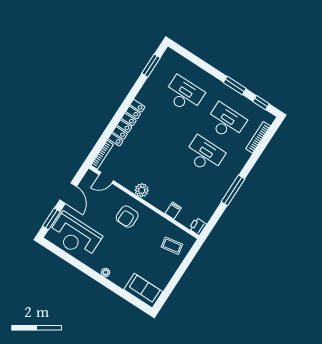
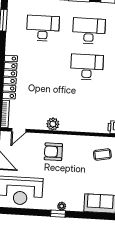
filing cabinet: (173, 211) -> (87, 126), removed
armchair: (127, 217) -> (53, 152), turned 89
window: (98, 277) -> (58, 214), added

